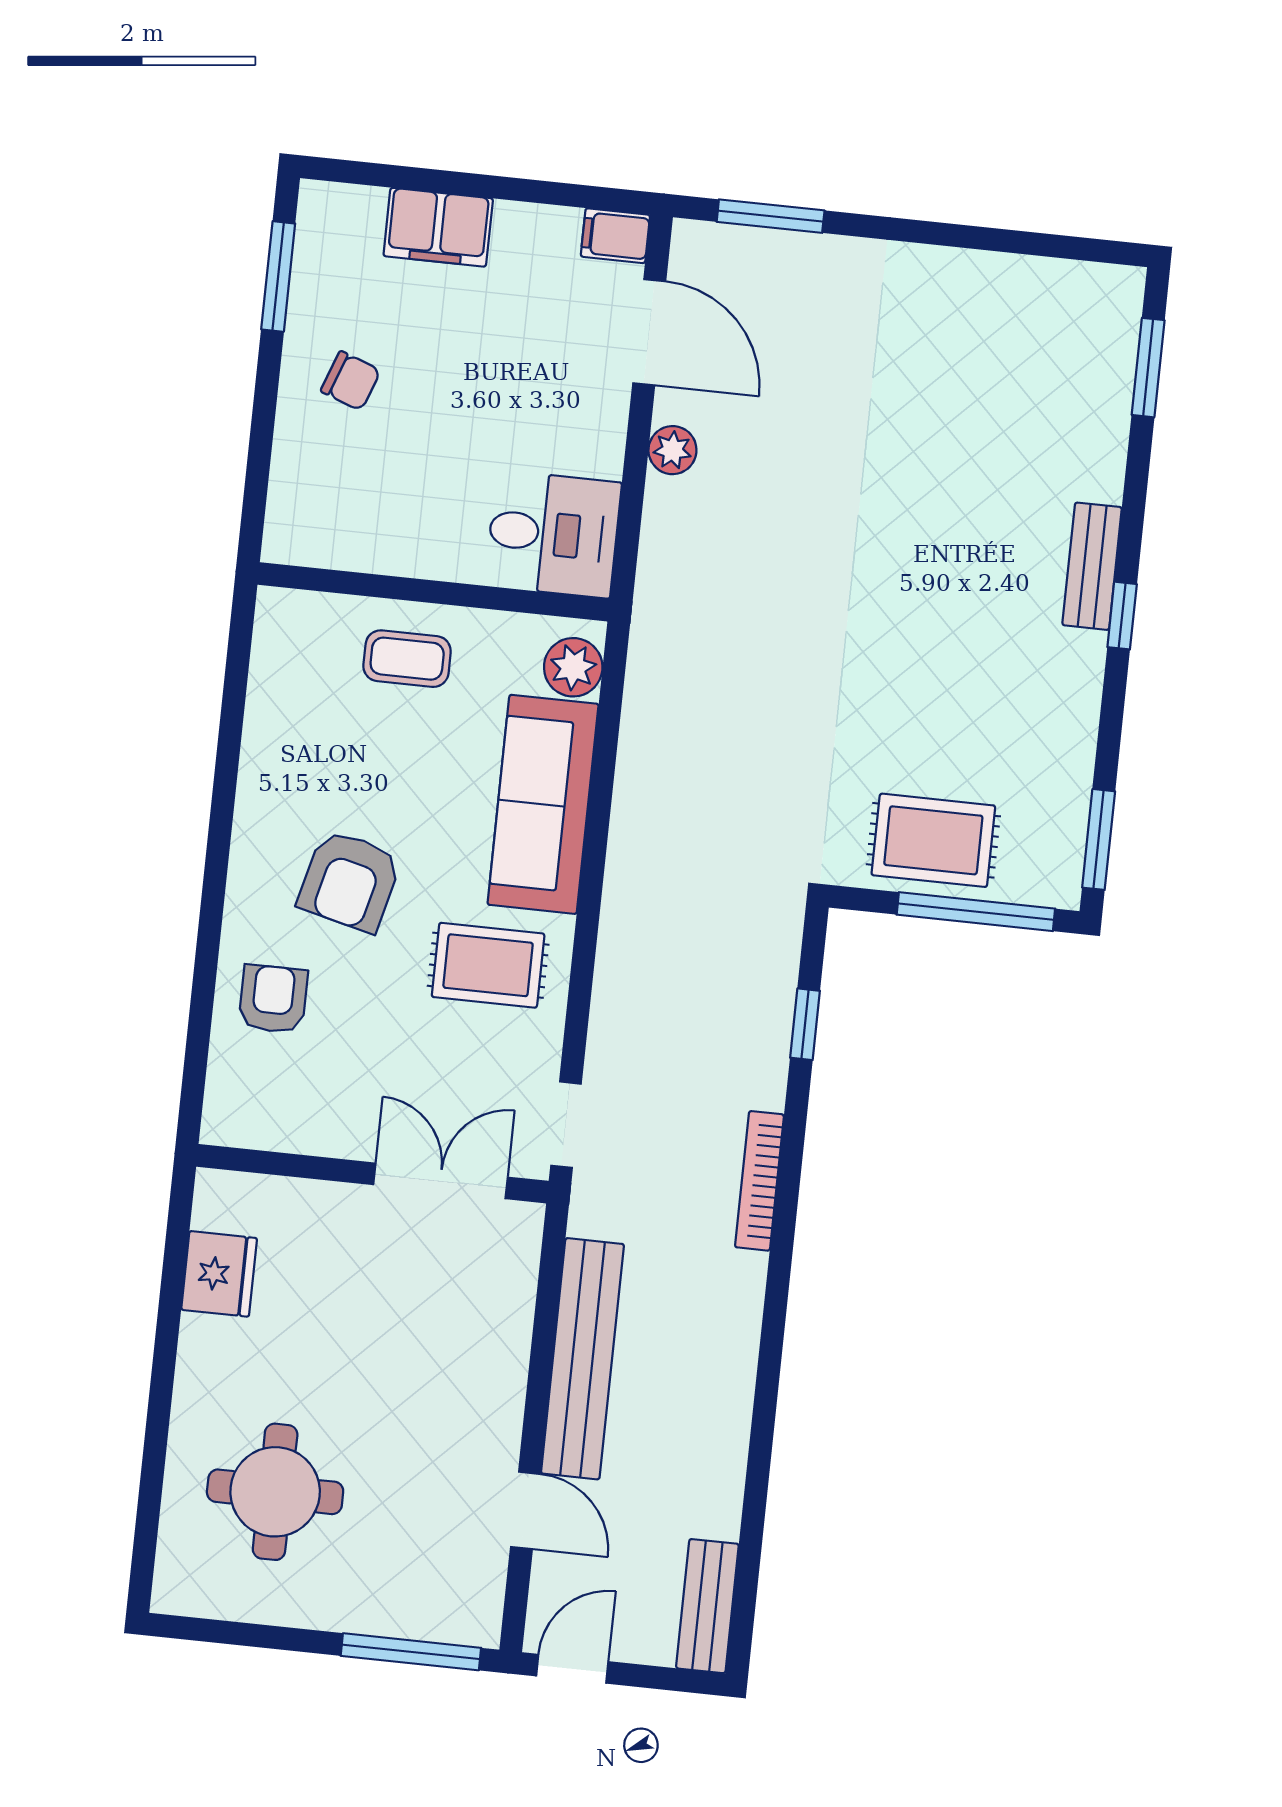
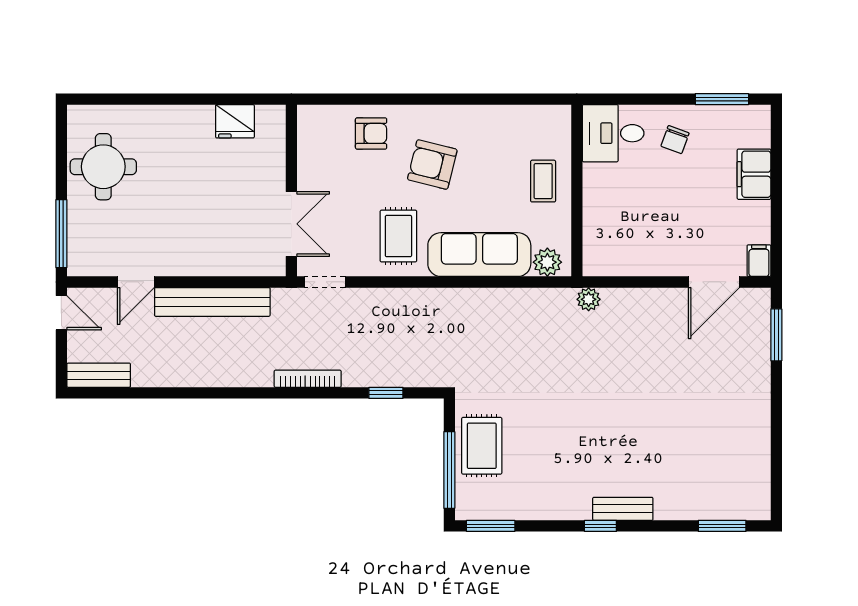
plant: (672, 450) -> (589, 299), moved
desk: (553, 534) -> (613, 133), moved, turned 90
round table: (275, 1492) -> (103, 167), moved

